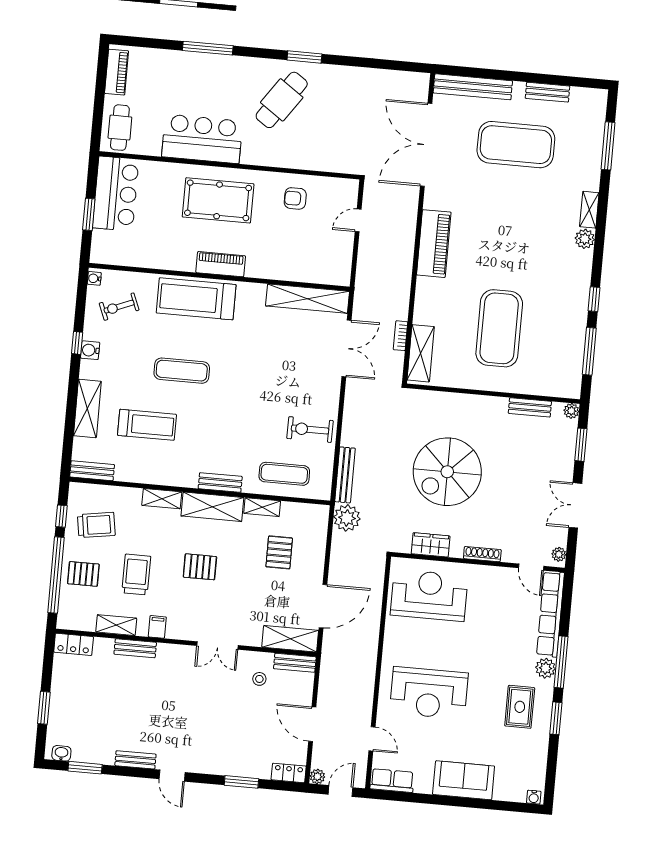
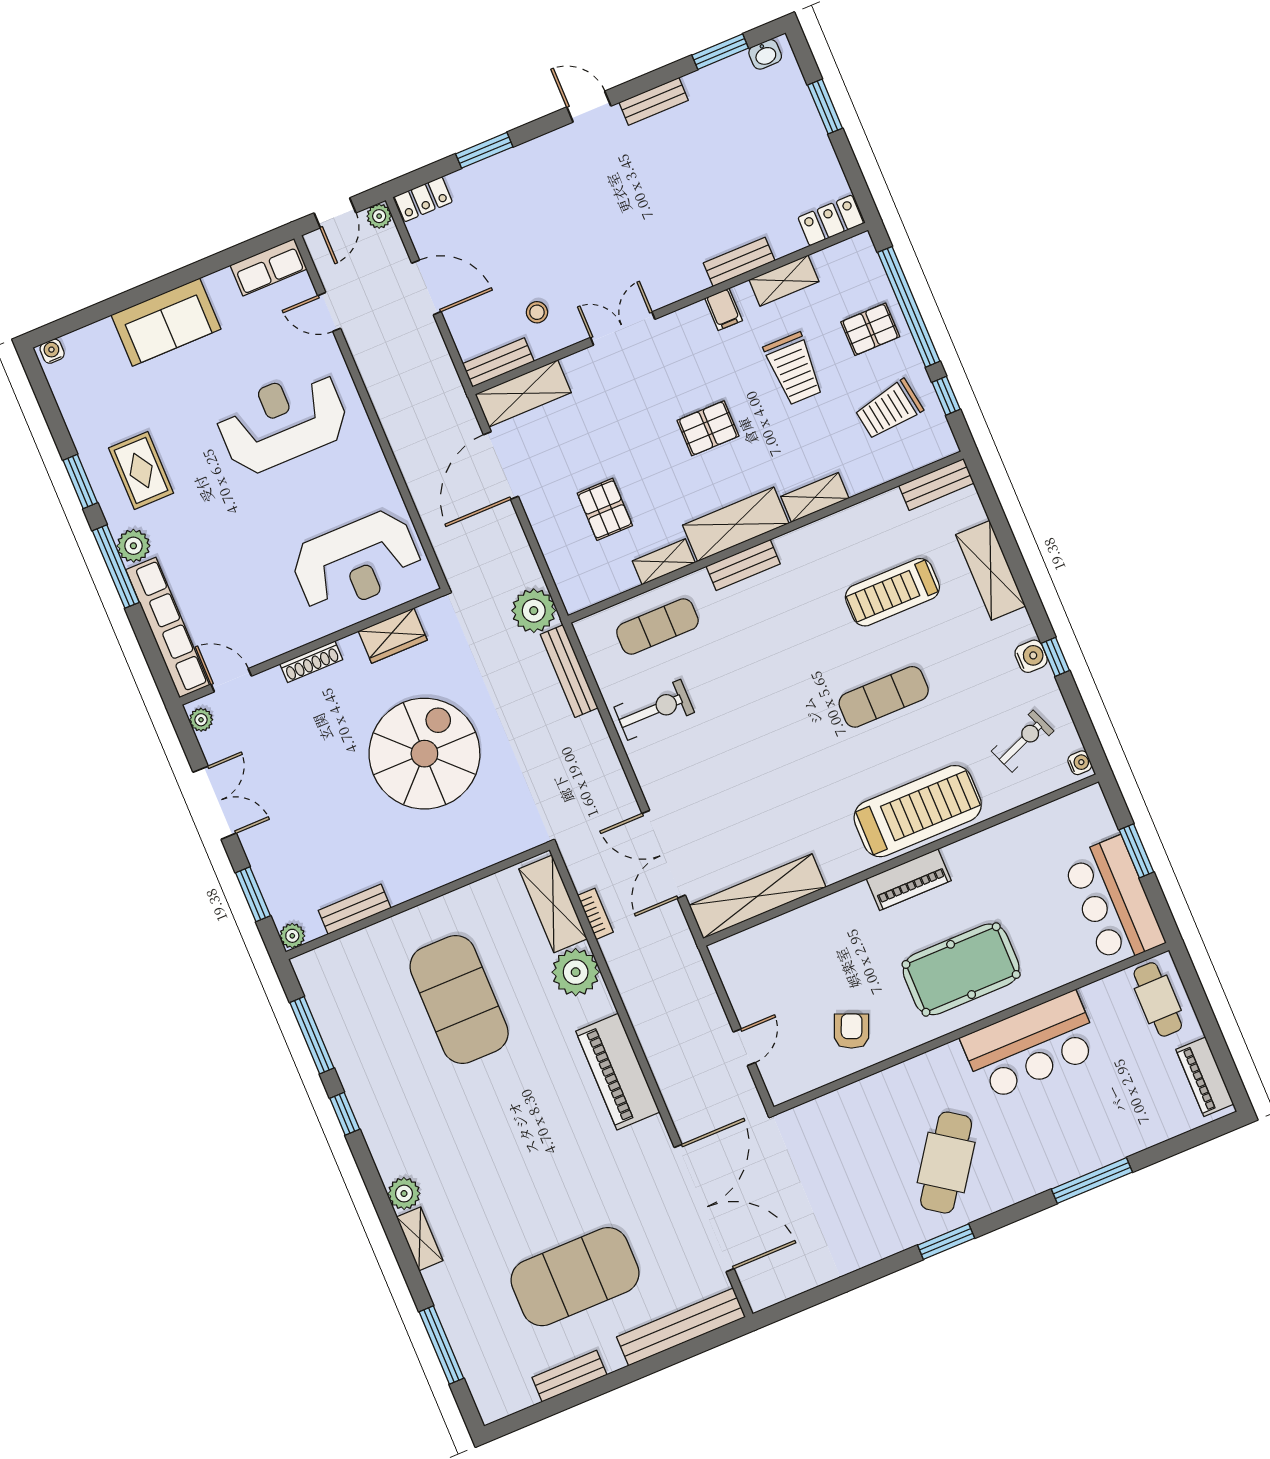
armchair: (295, 198) -> (852, 1031), turned -67
plant: (428, 310) -> (576, 972), added

